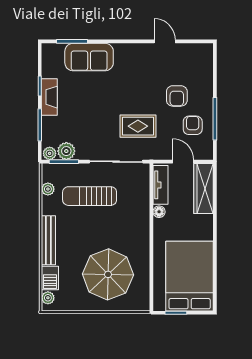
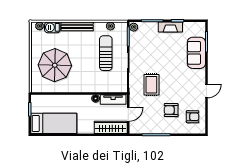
door: (165, 41) -> (207, 91), moved
armchair: (193, 125) -> (193, 117), moved
plant: (66, 151) -> (135, 38), removed
bed: (190, 276) -> (54, 123), width x0.67

